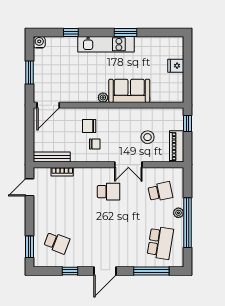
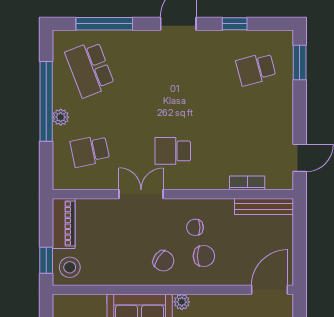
chair: (114, 123) -> (163, 261), added
stool: (148, 137) -> (70, 267), moved
school desk: (57, 243) -> (256, 69), turned -36
school desk: (160, 243) -> (90, 69), turned -30

